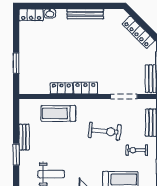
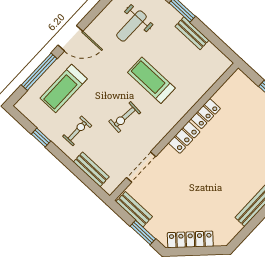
treadmill: (58, 113) -> (151, 80), moved, turned -90
exercise bike: (105, 131) -> (125, 117), width x0.73, depth x0.72

